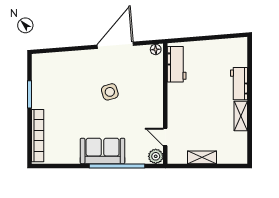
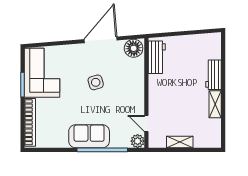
floor lamp: (156, 49) -> (134, 48), width x1.89, depth x1.89
corner sofa: (51, 81) -> (42, 73), added

